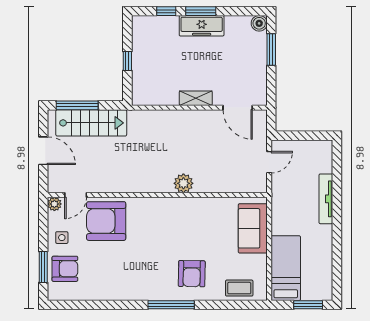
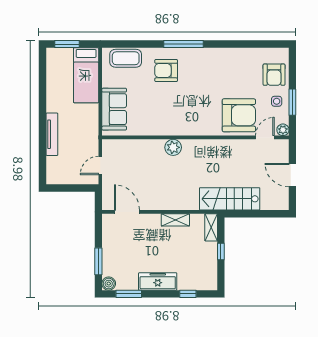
window: (201, 11) -> (129, 294), moved
shelving: (139, 89) -> (211, 227), added
shelving: (196, 98) -> (175, 220), moved
window: (77, 105) -> (264, 214), removed
stairs: (91, 123) -> (230, 199), moved
window: (43, 267) -> (292, 102), moved
armchair: (65, 269) -> (274, 75), turned -90
armchair: (192, 274) -> (166, 71), turned -91
coffee table: (239, 288) -> (126, 58), width x1.36, depth x1.30

